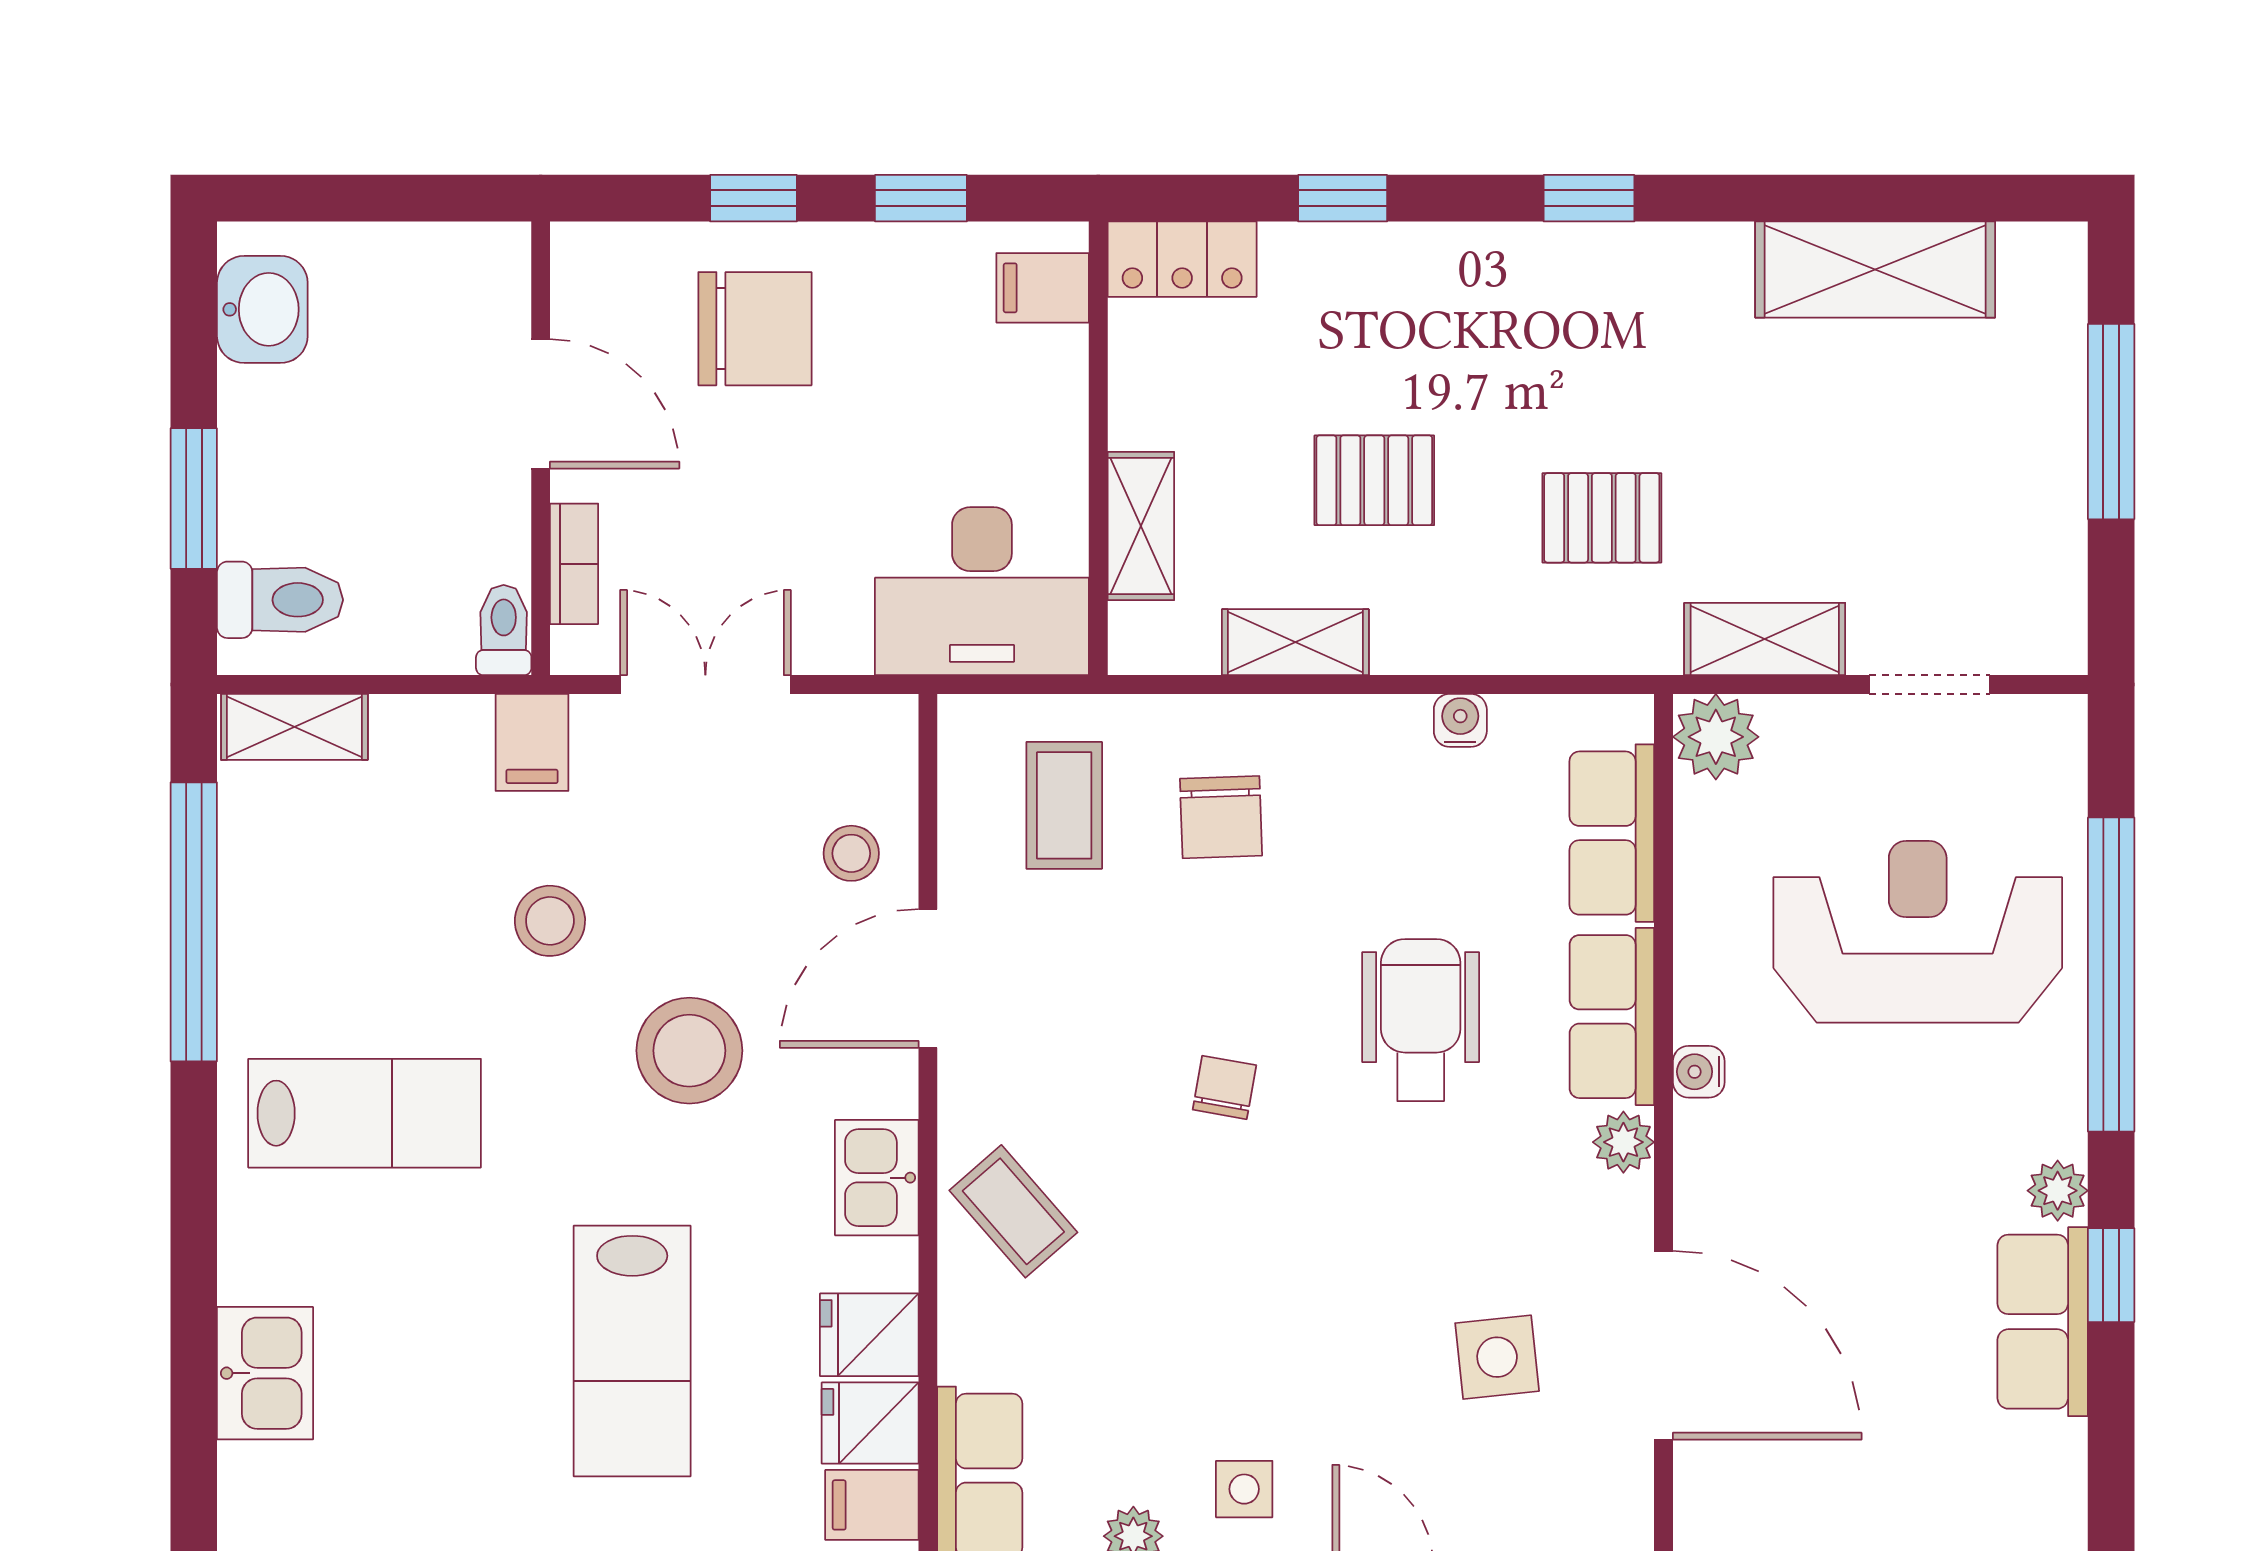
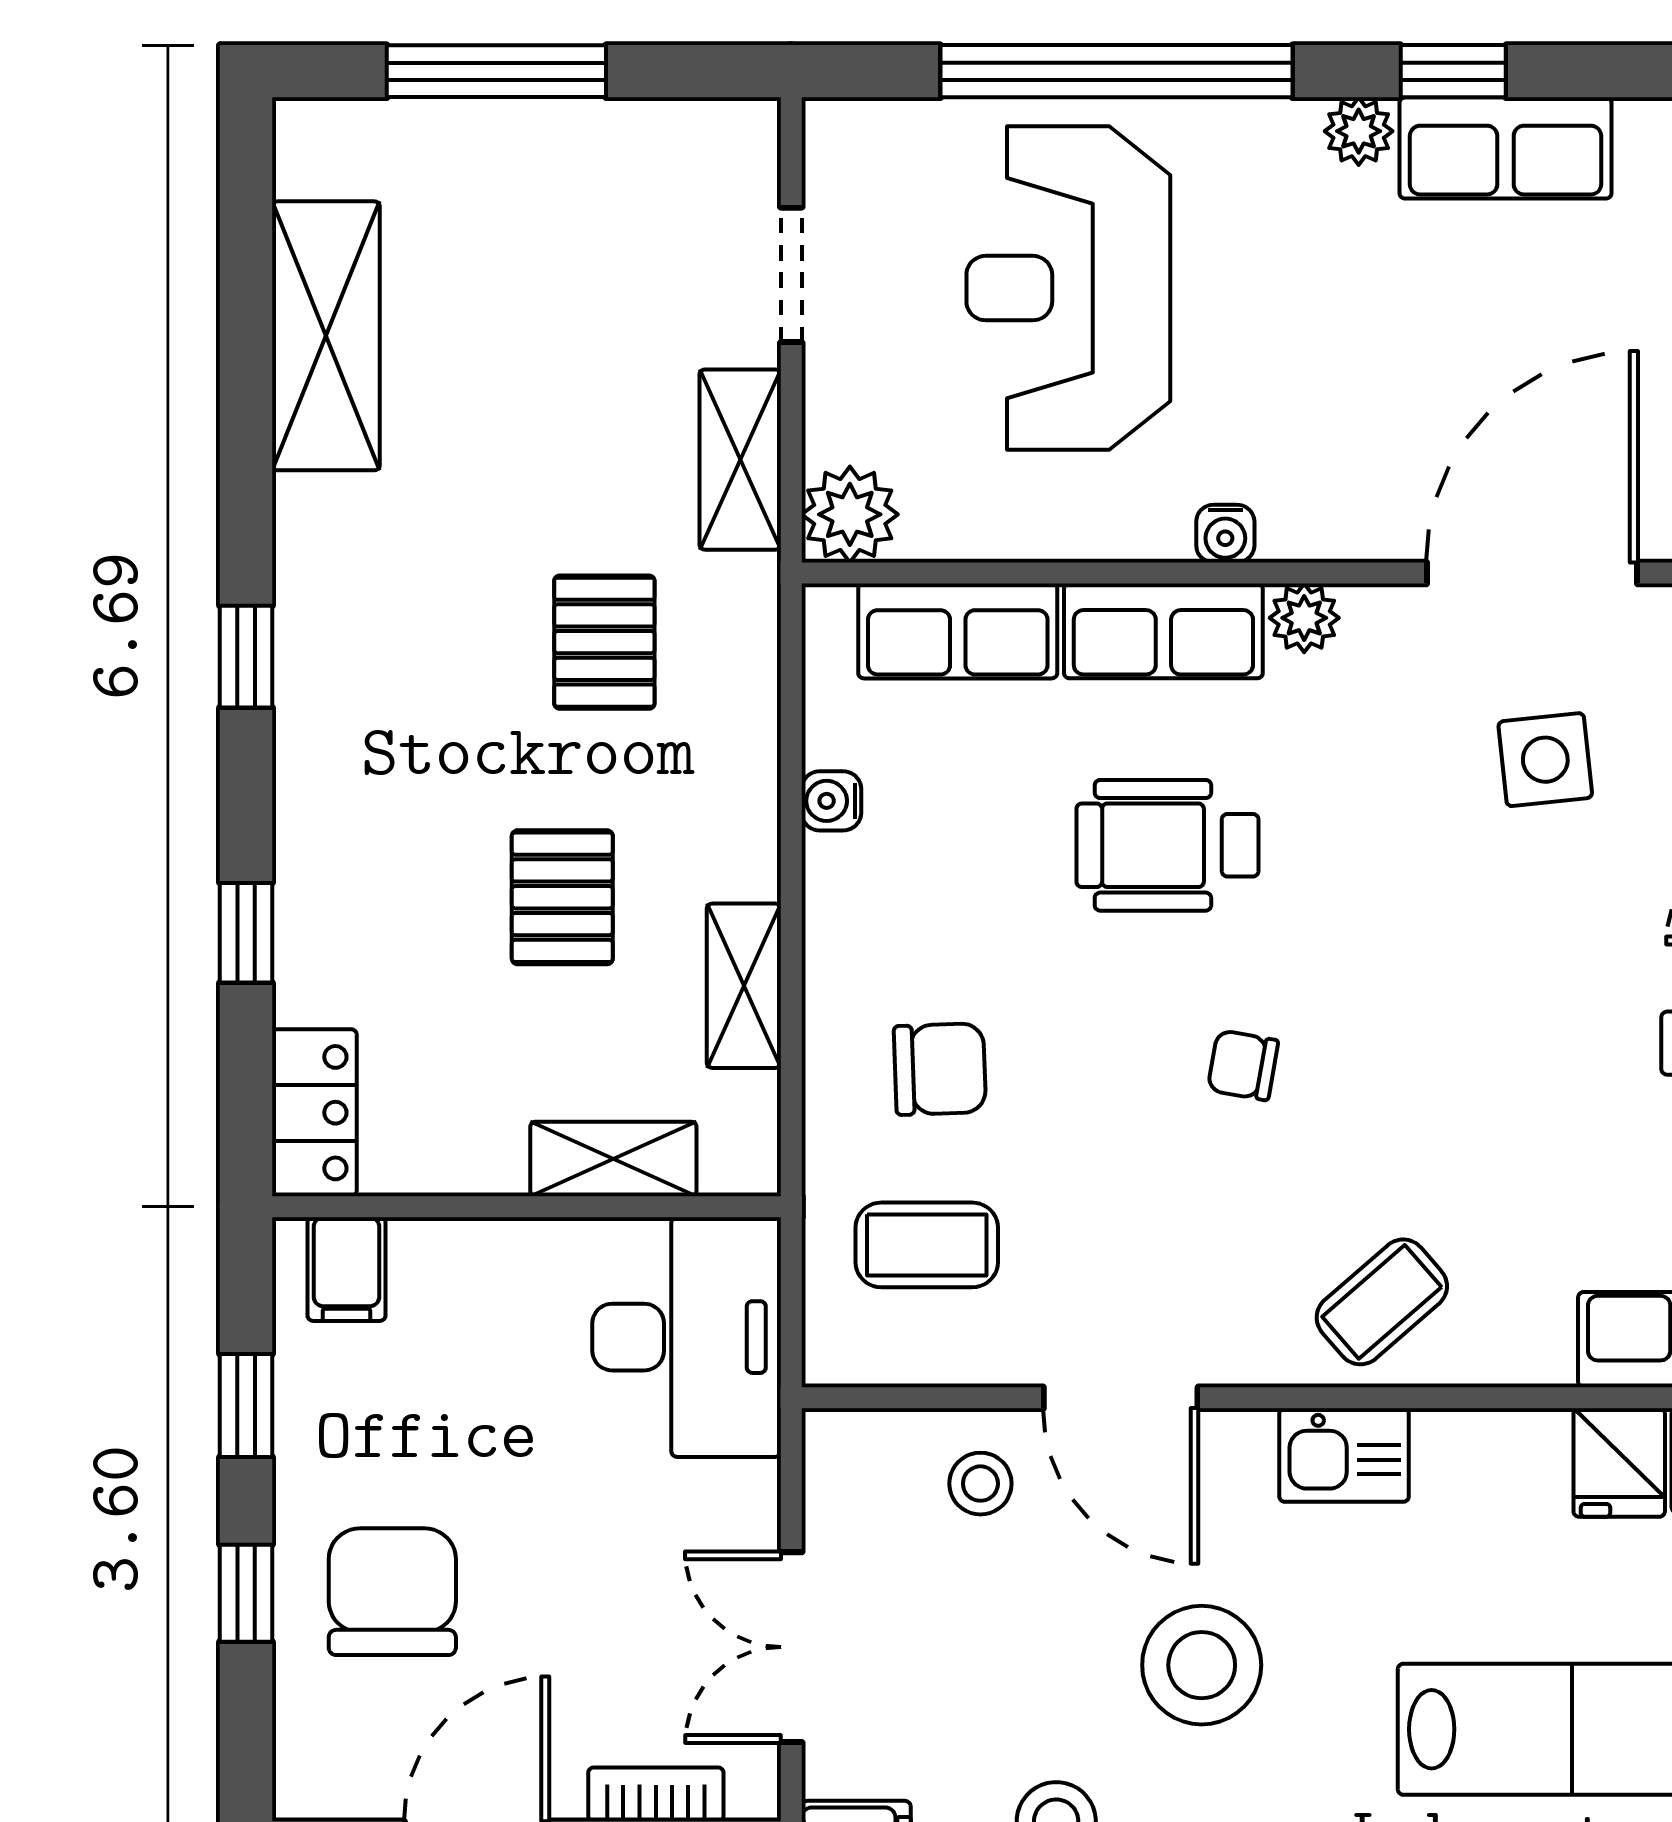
fridge: (869, 1335) -> (1520, 1463), removed

